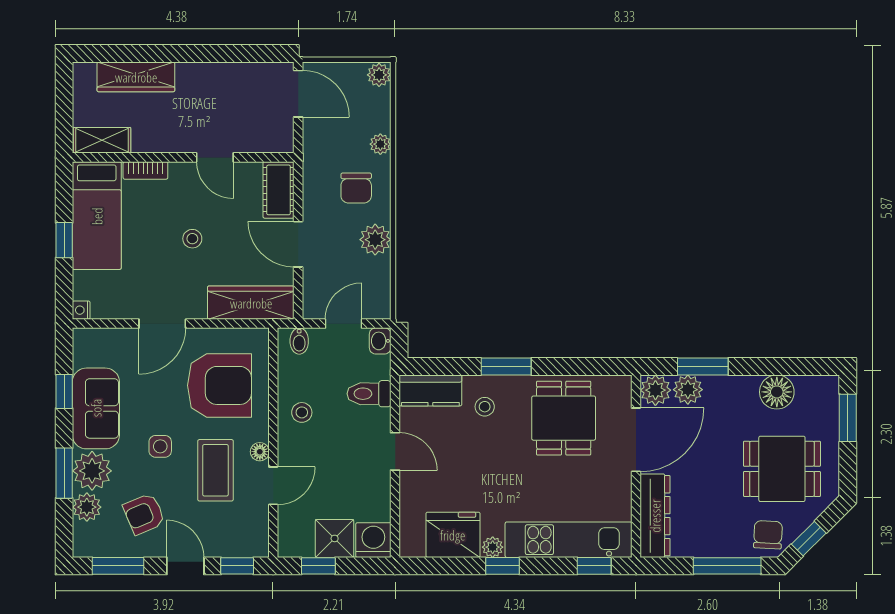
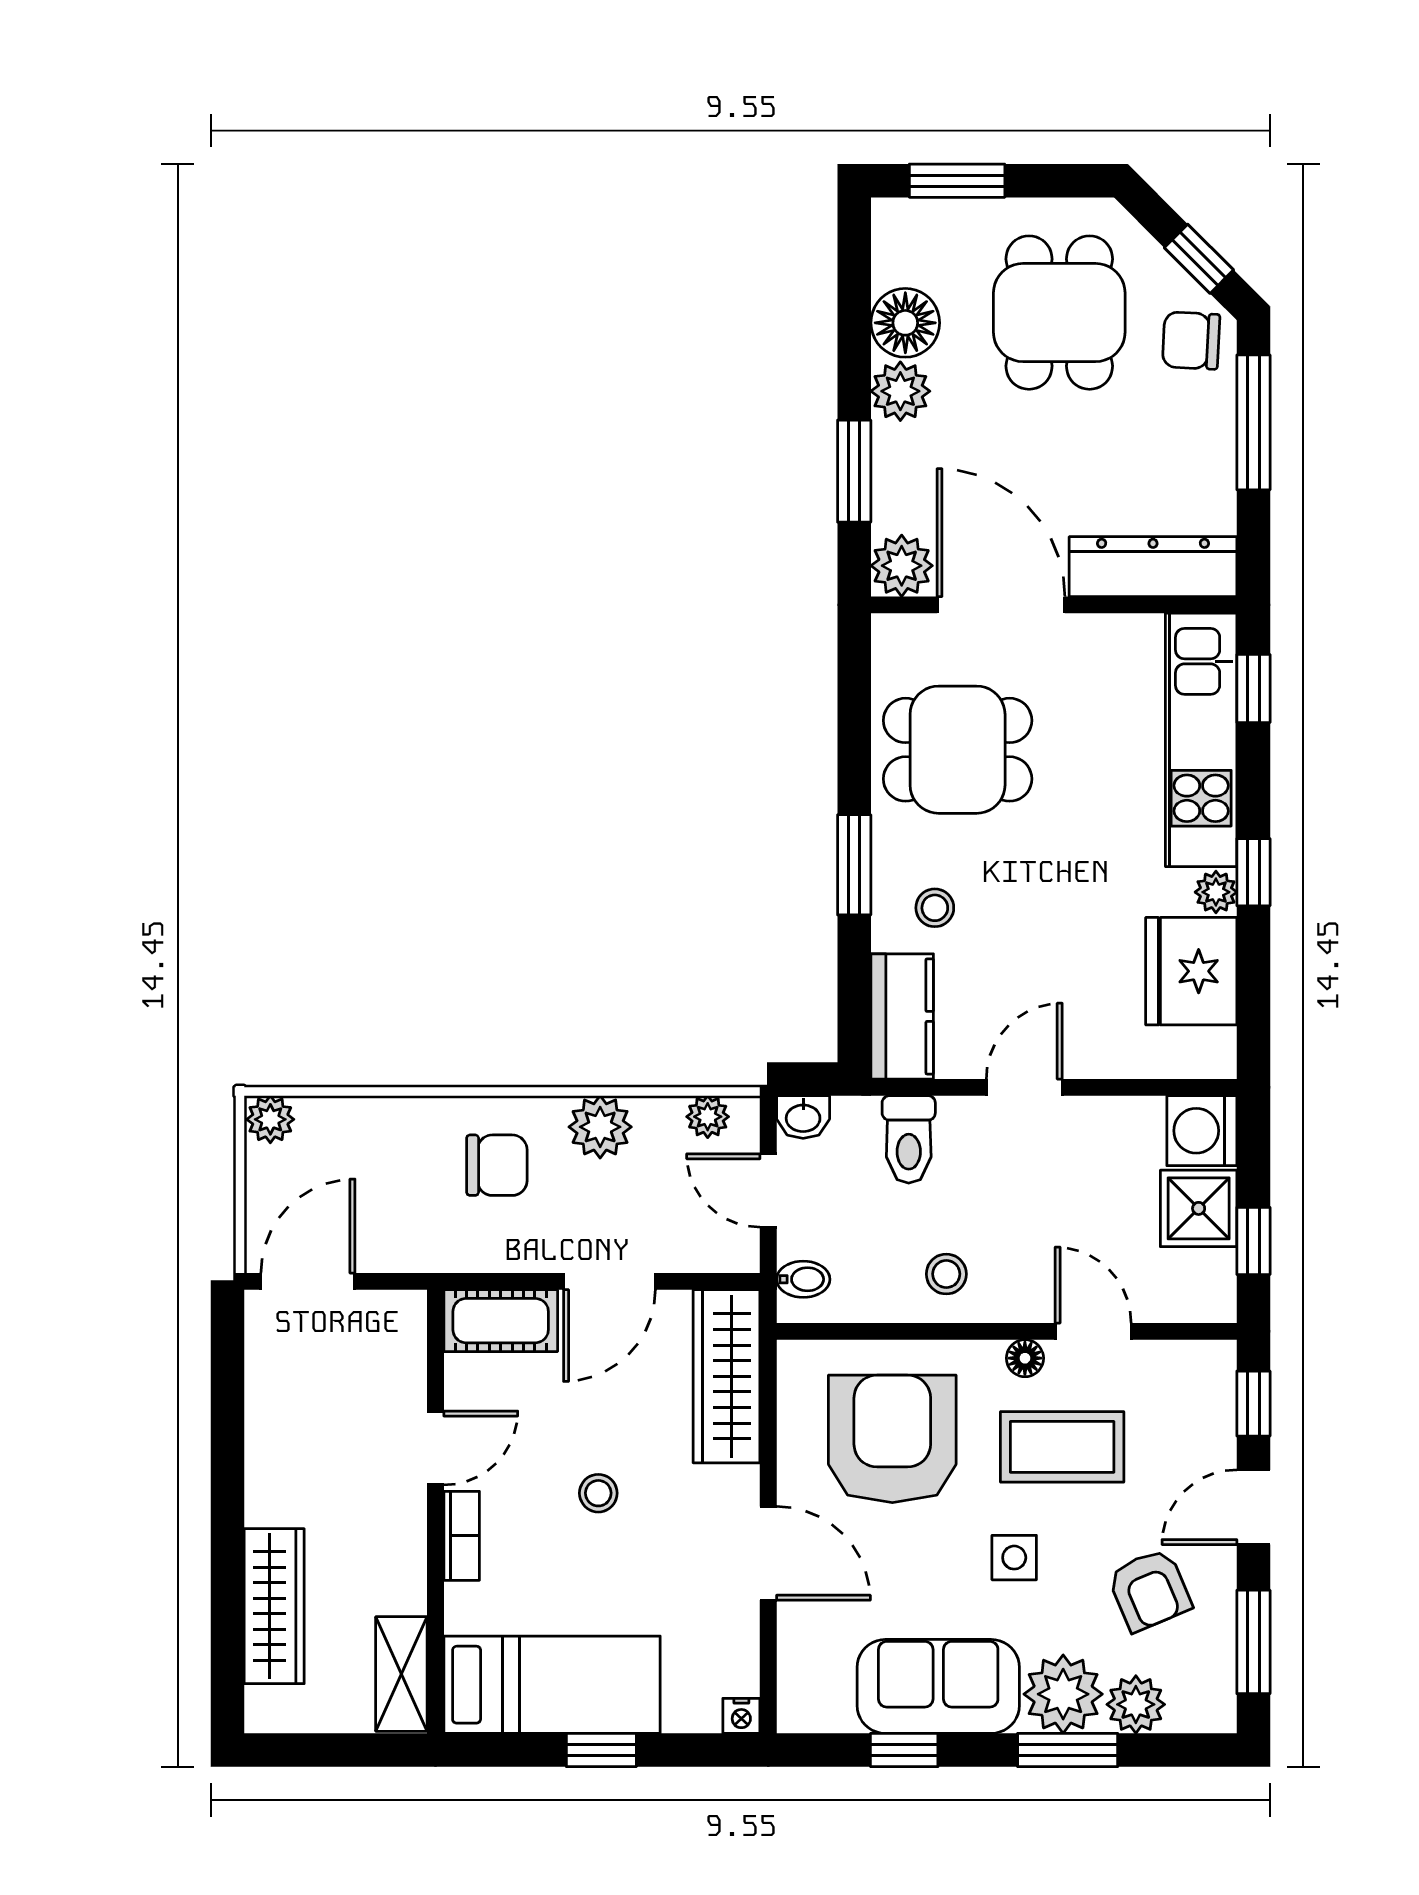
plant: (380, 144) -> (708, 1117), moved
bookcase: (145, 170) -> (462, 1536), moved
plant: (688, 390) -> (900, 391), moved

